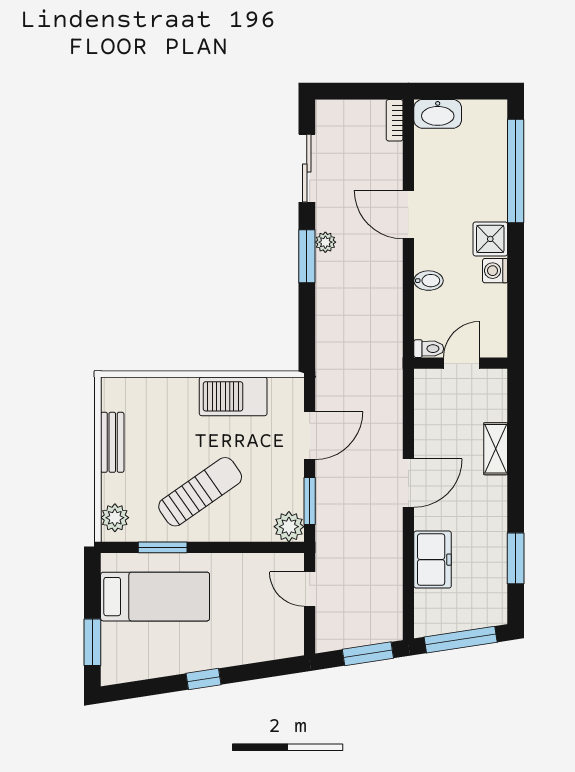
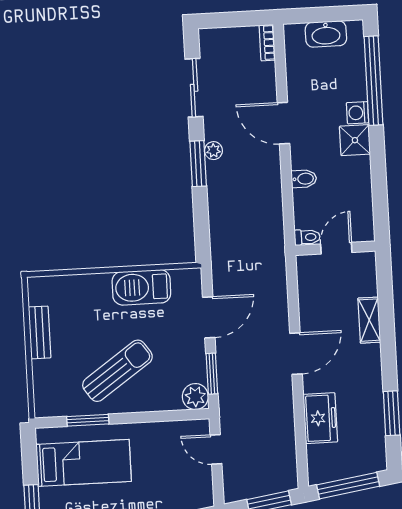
washbasin: (438, 114) -> (326, 34), moved
washing machine: (495, 271) -> (358, 113), moved
plant: (115, 518) -> (45, 397), removed

